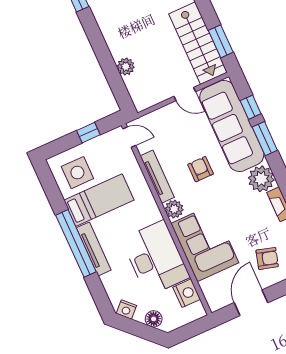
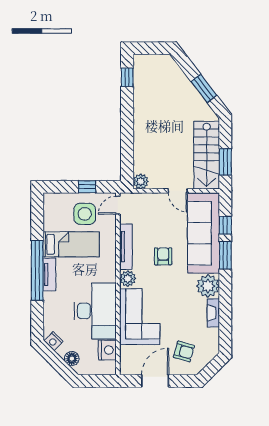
plant: (126, 67) -> (141, 181), moved
door: (129, 137) -> (118, 205), swing flipped
side table: (77, 173) -> (85, 214), moved
tv unit: (94, 249) -> (49, 275), width x0.71

